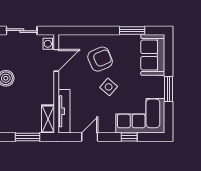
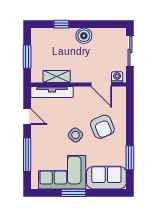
corner sofa: (140, 116) -> (62, 172), moved, turned -90
shelving: (48, 119) -> (57, 76), moved
window: (129, 137) -> (27, 155), width x2.17

